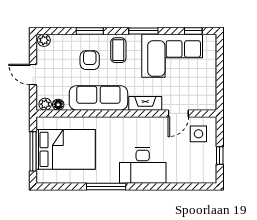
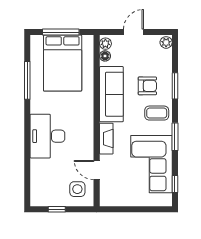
window: (106, 187) -> (27, 80), moved

